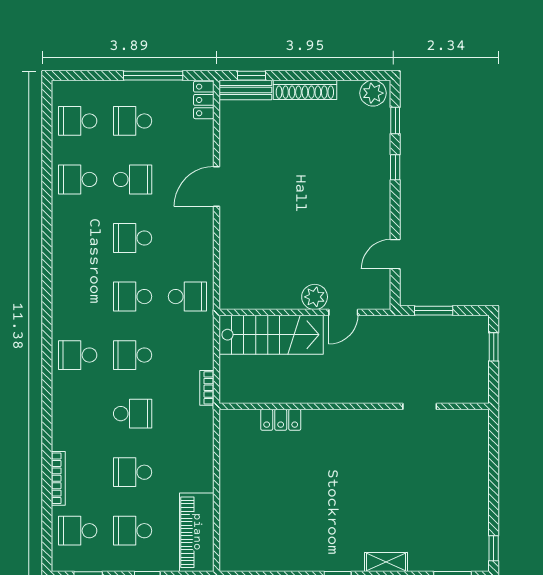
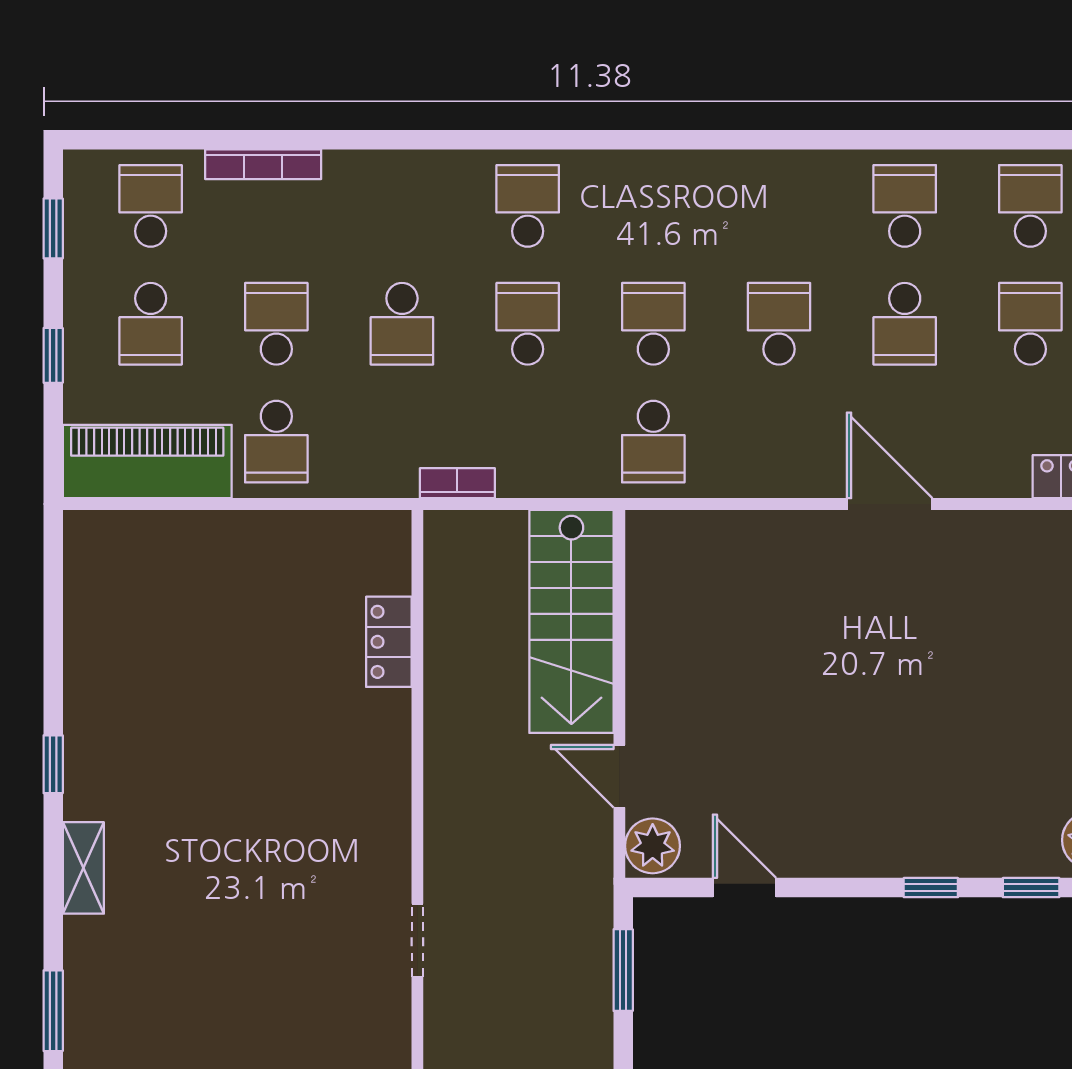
plant: (315, 297) -> (653, 846), moved
school desk: (187, 472) -> (276, 442), added
school desk: (133, 531) -> (151, 324), turned 180

